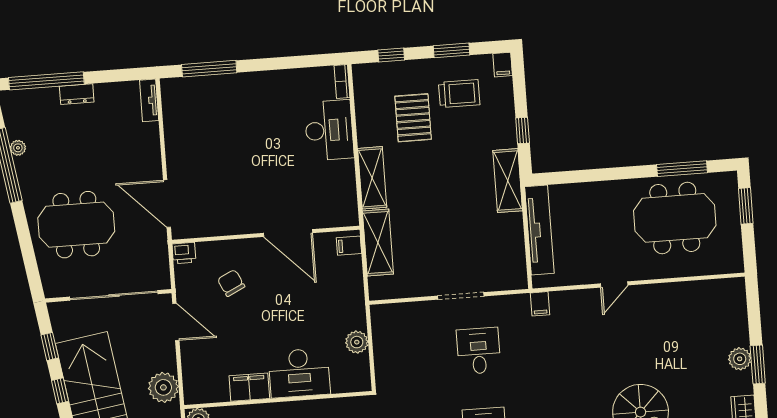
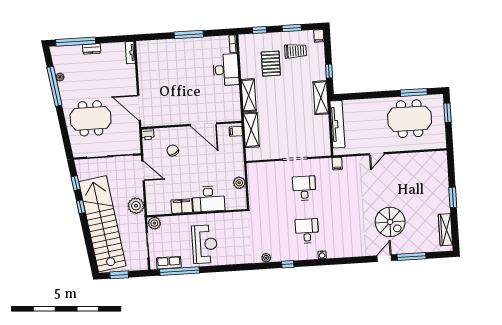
window: (209, 69) -> (189, 34), moved
plant: (740, 359) -> (443, 194), removed

